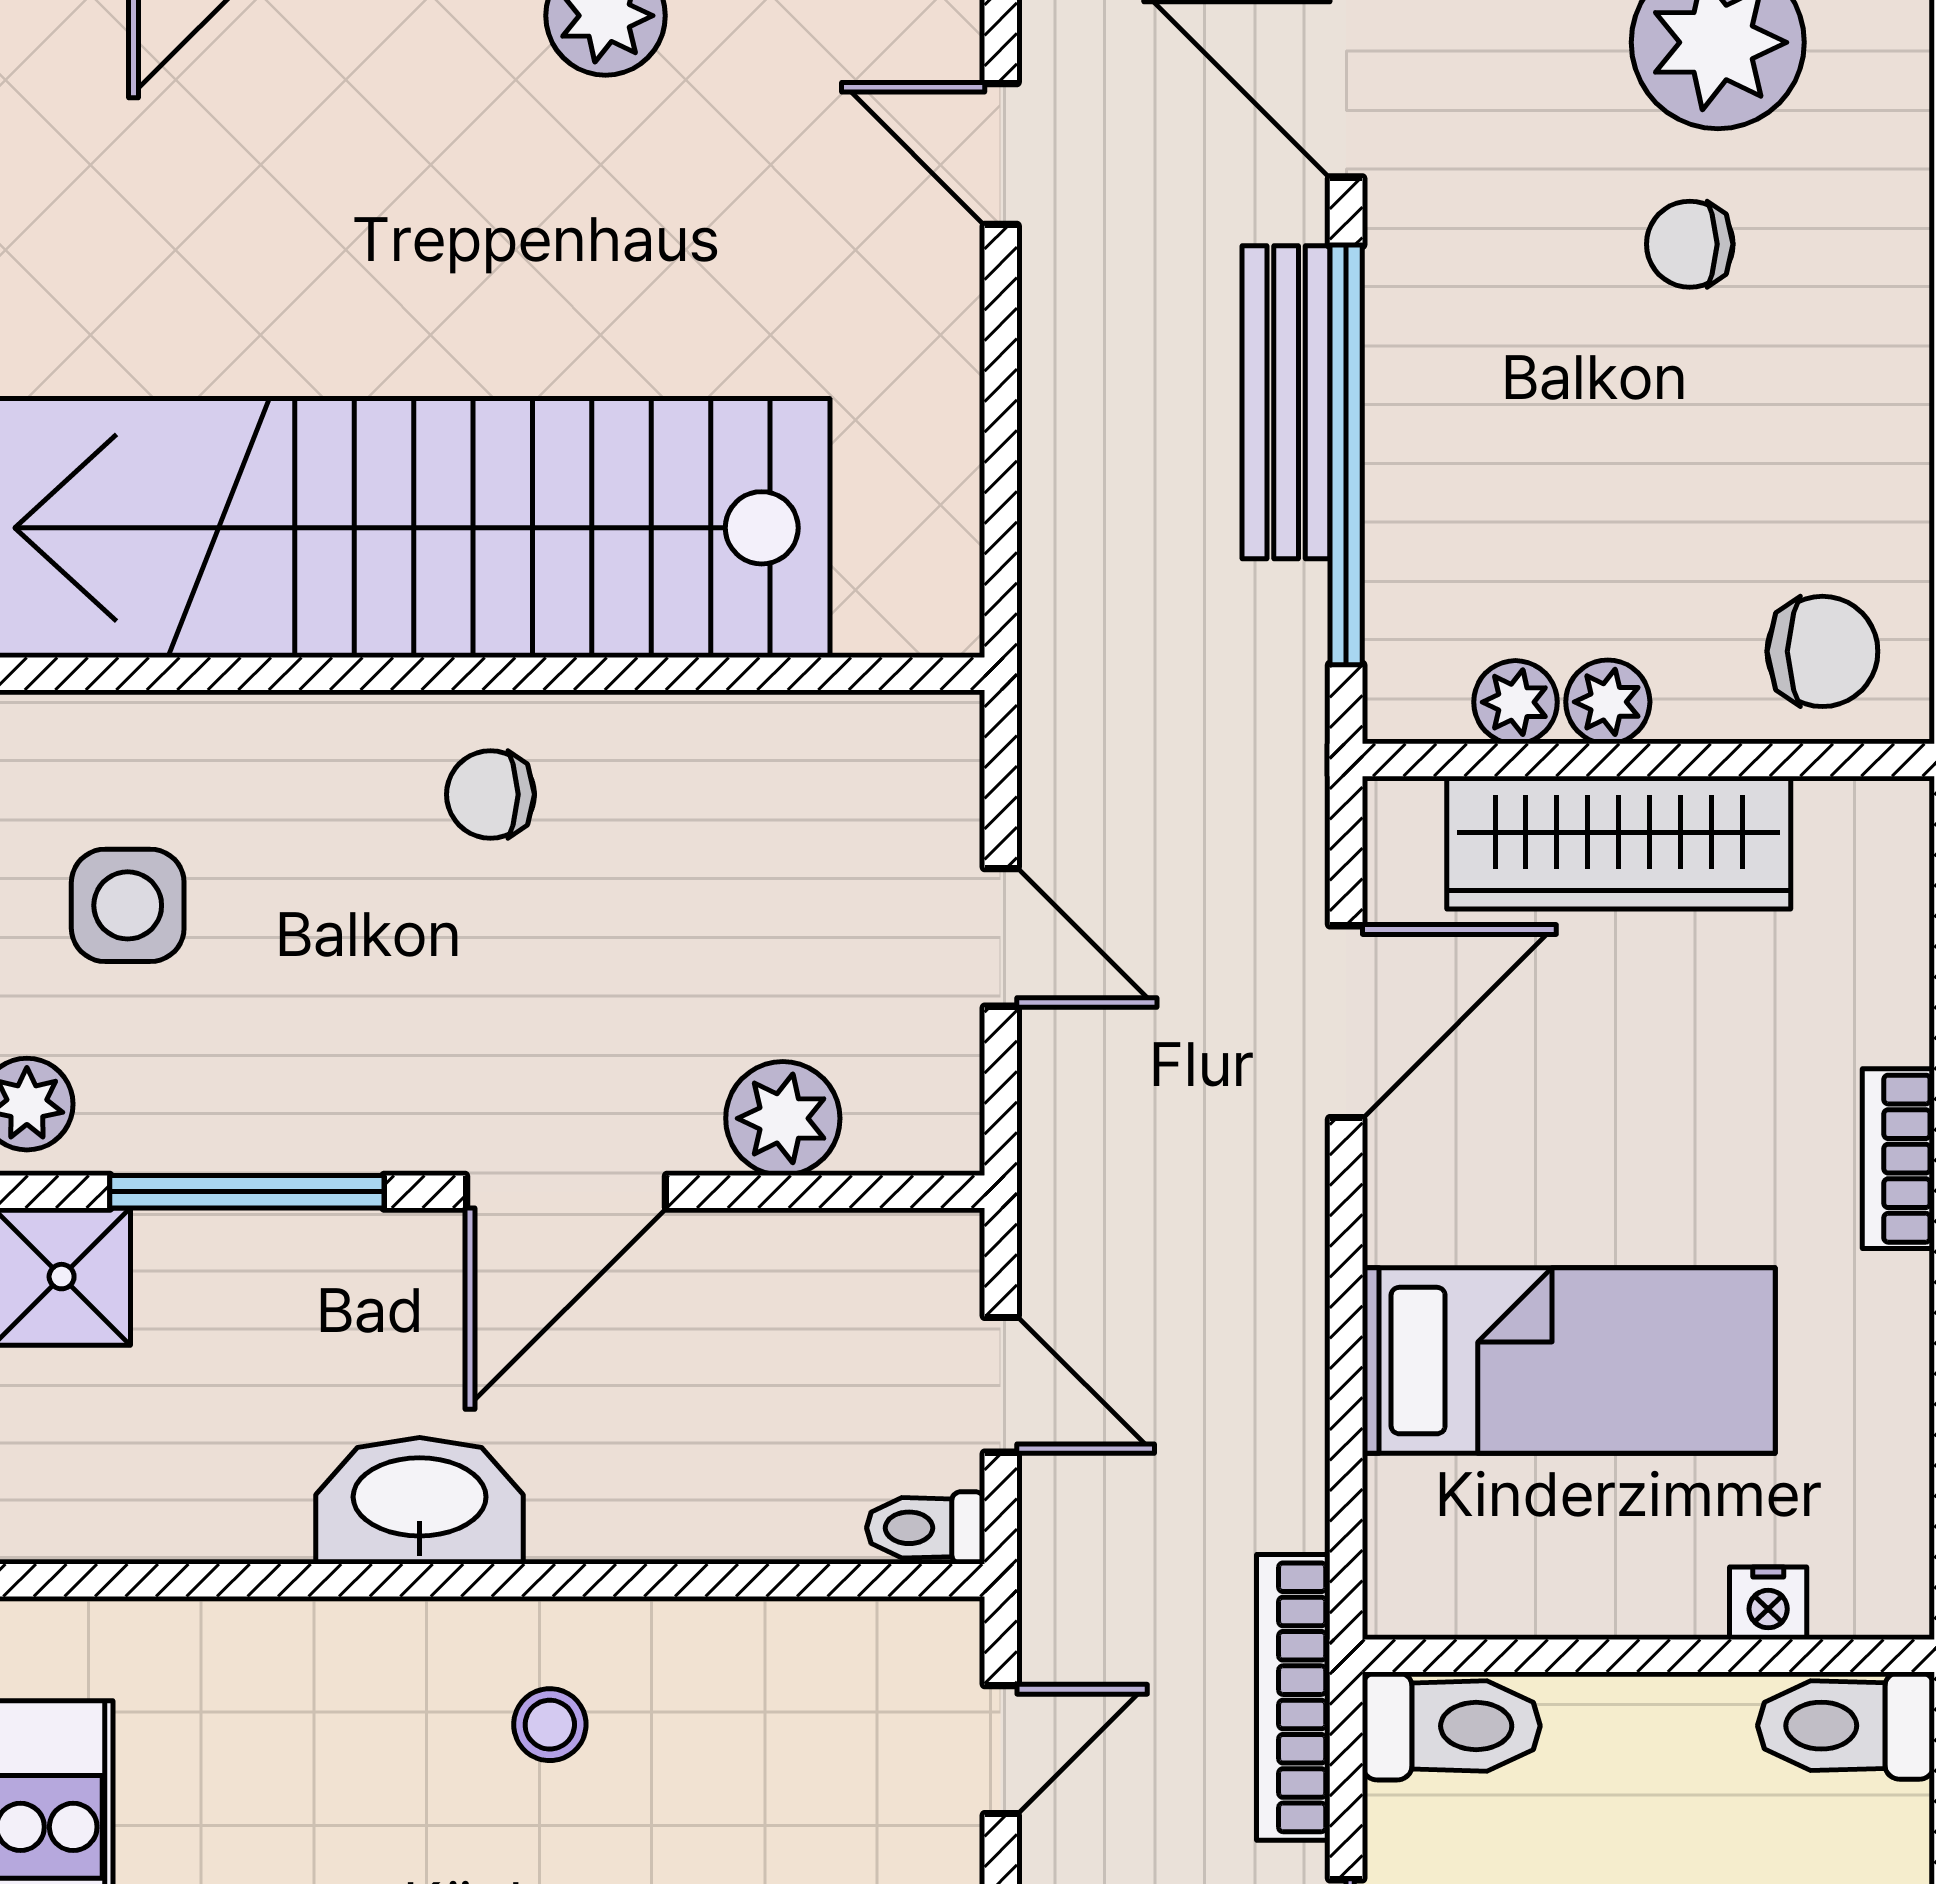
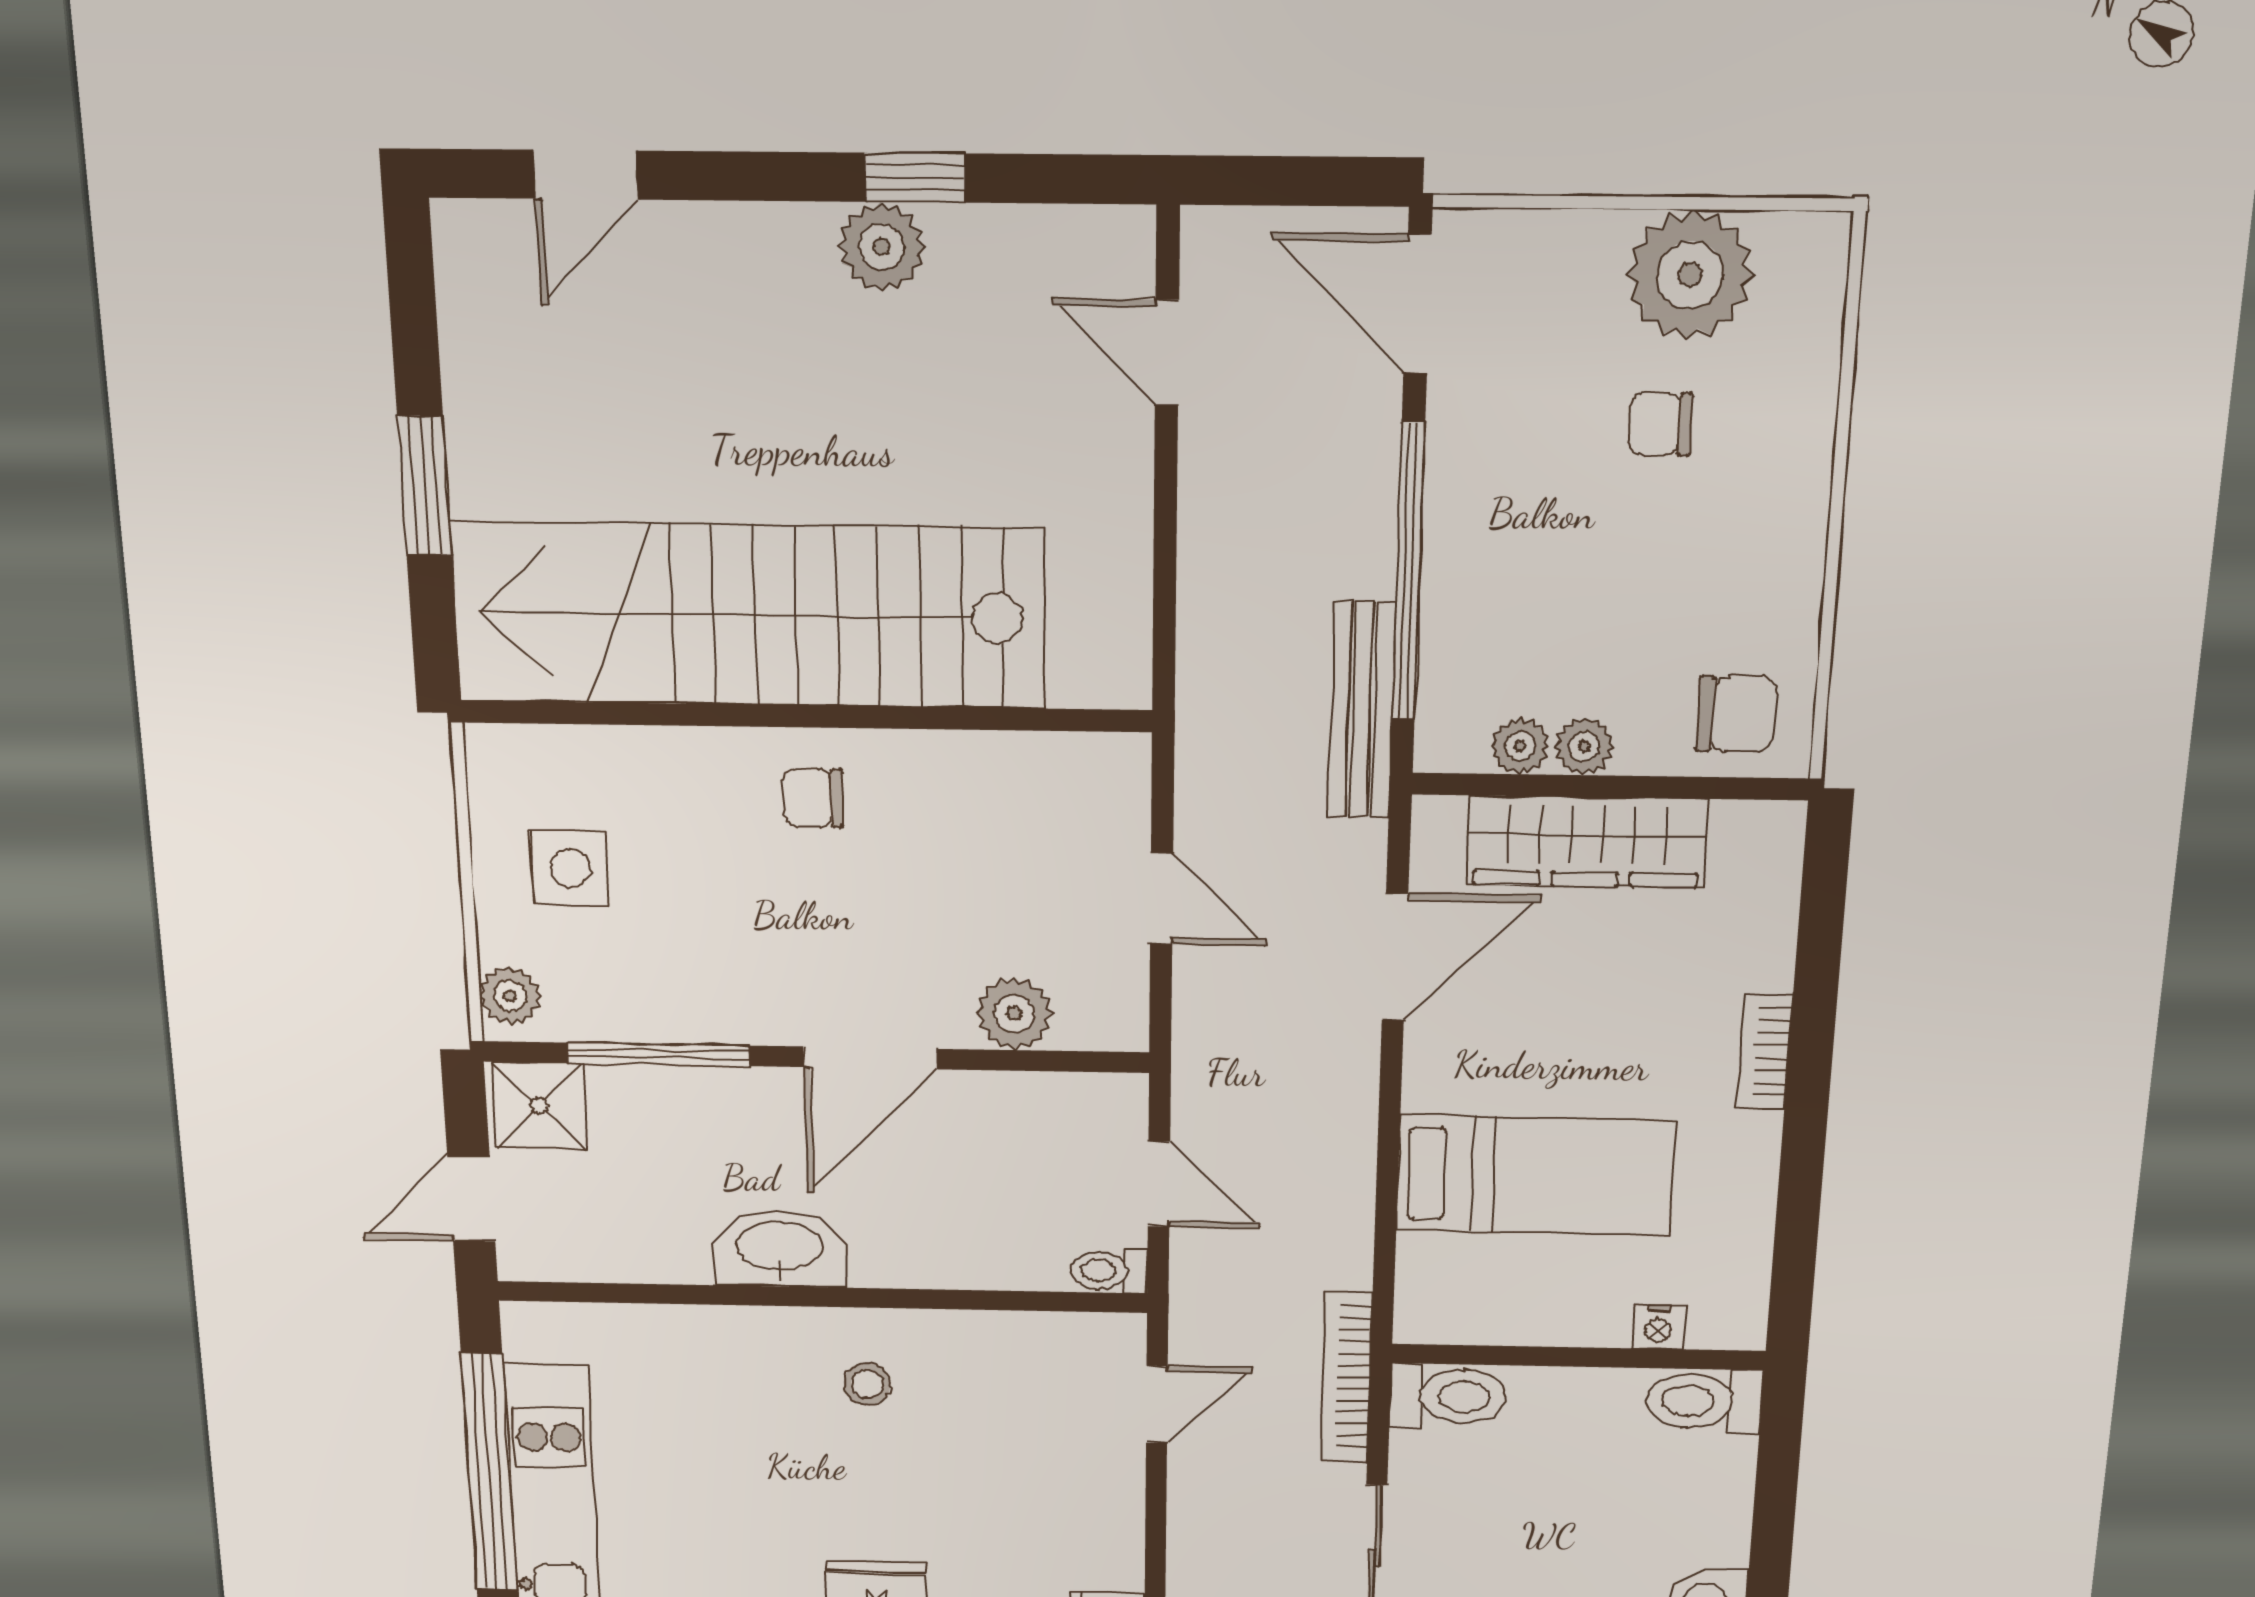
bench: (1286, 402) -> (1362, 711), moved

